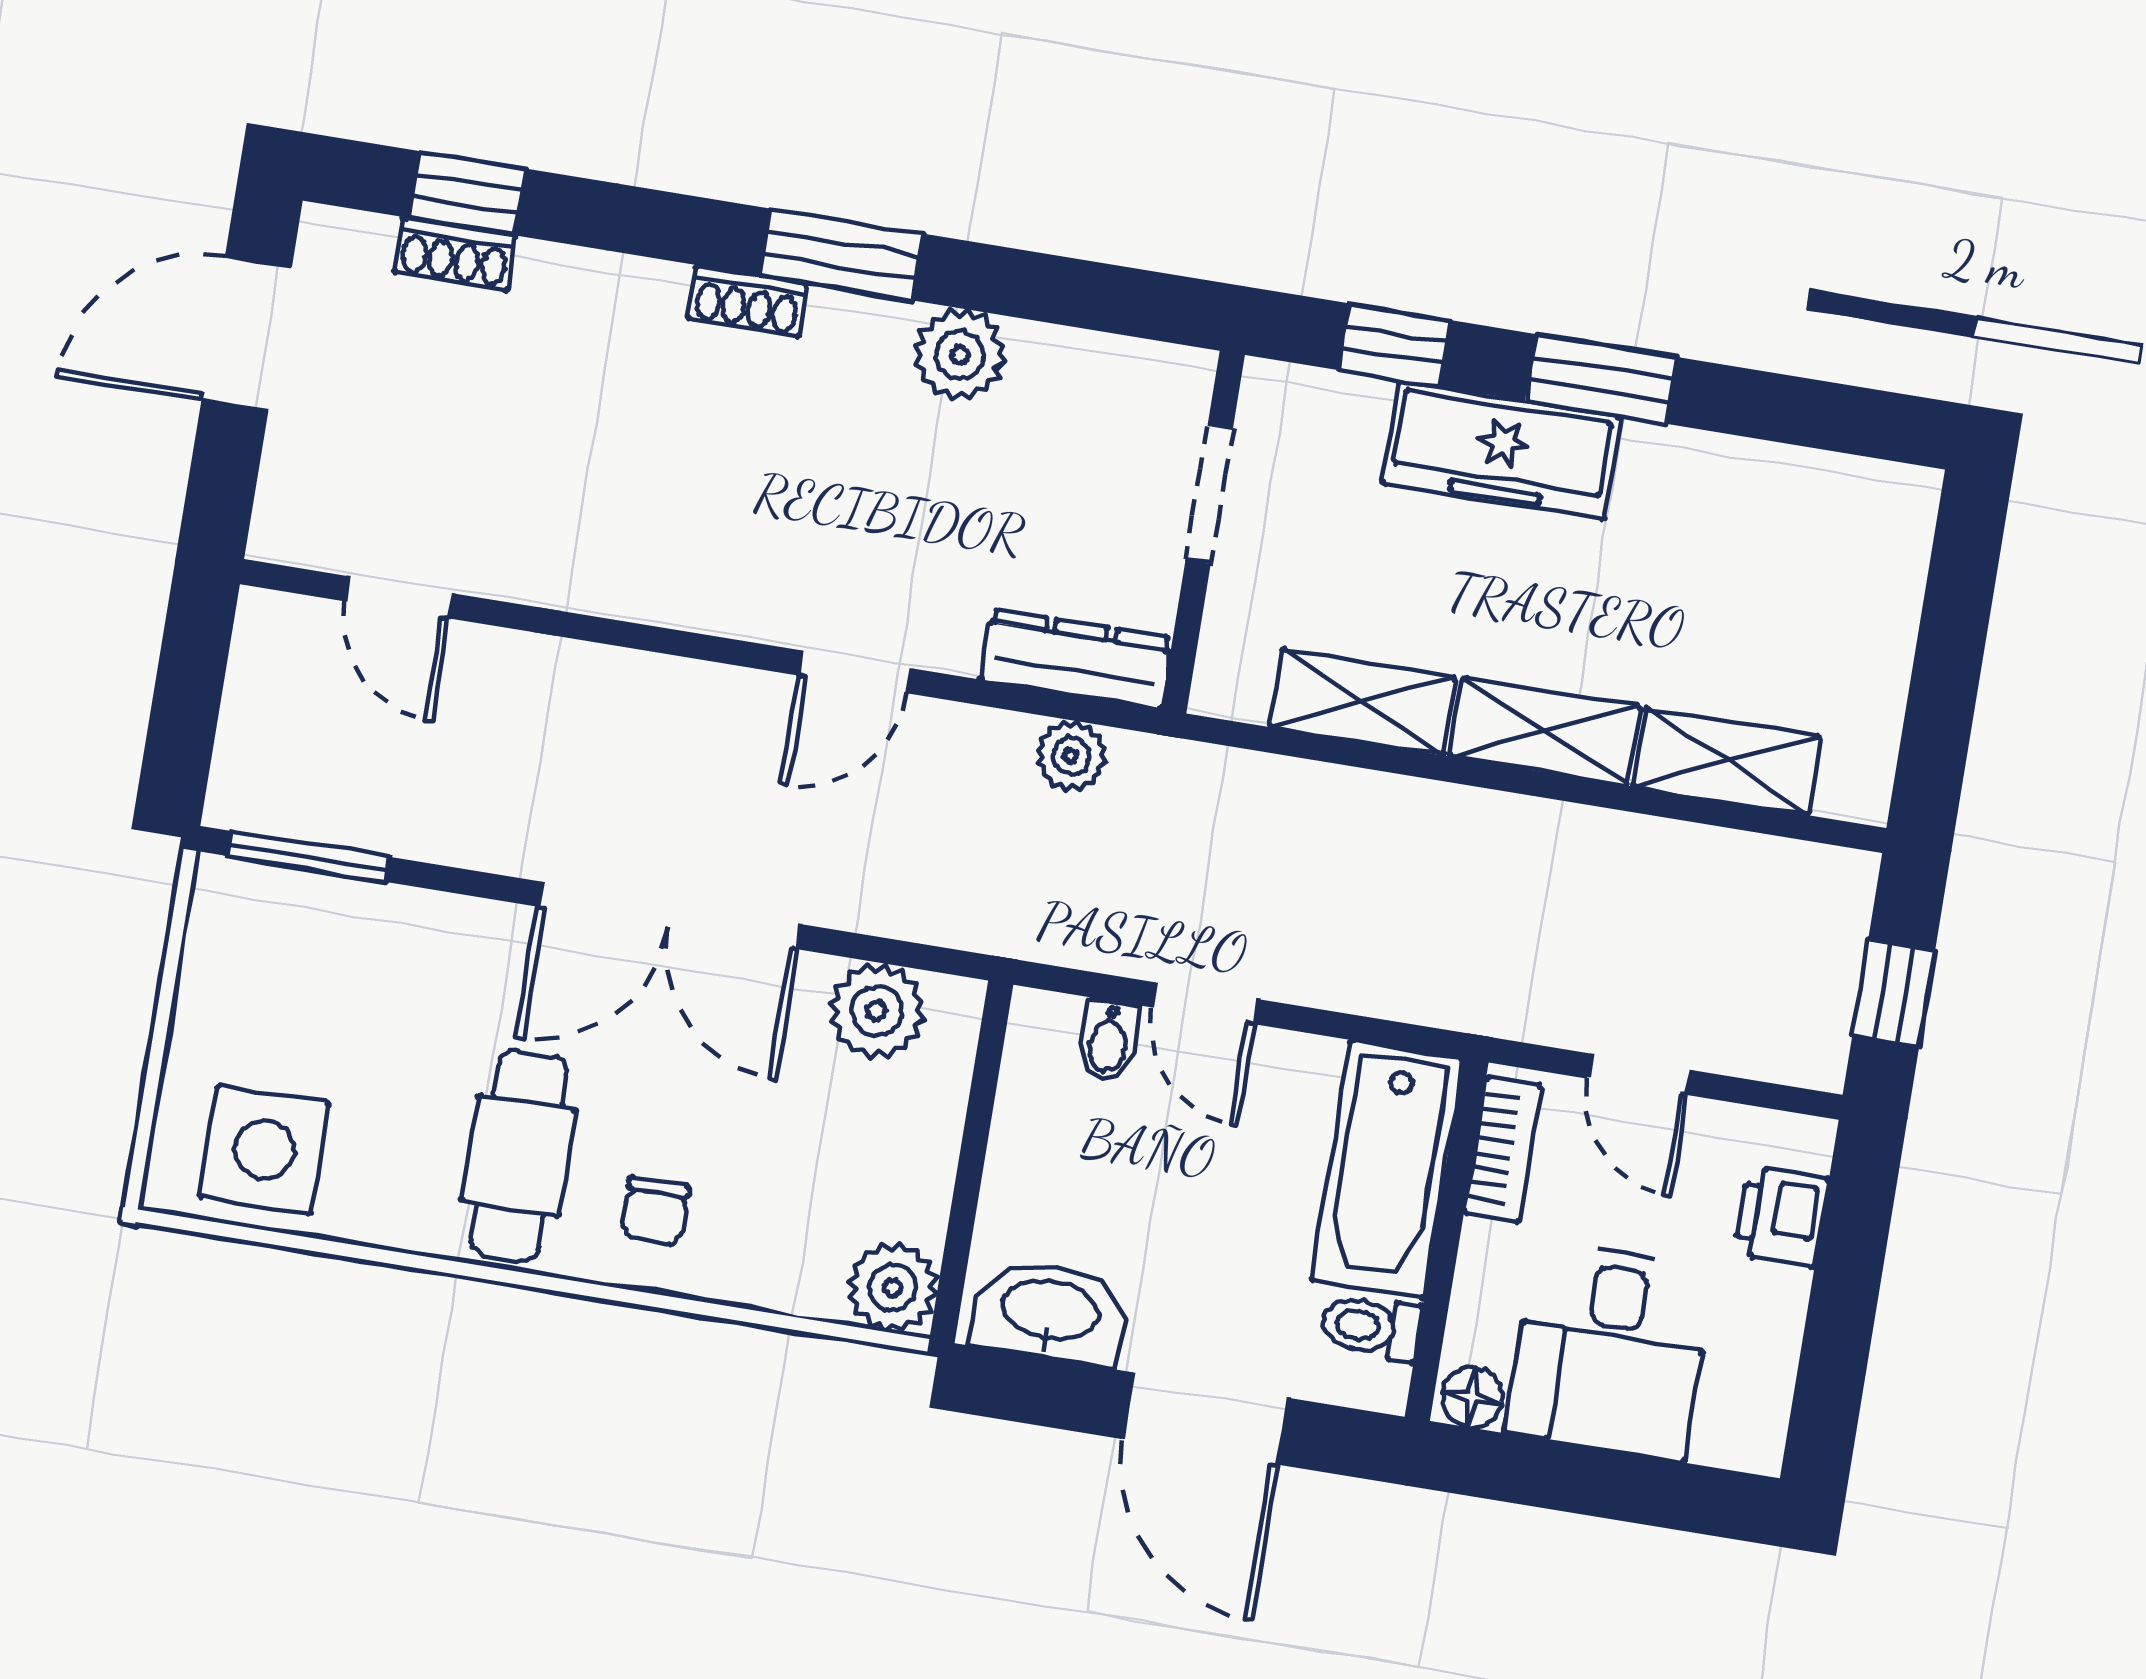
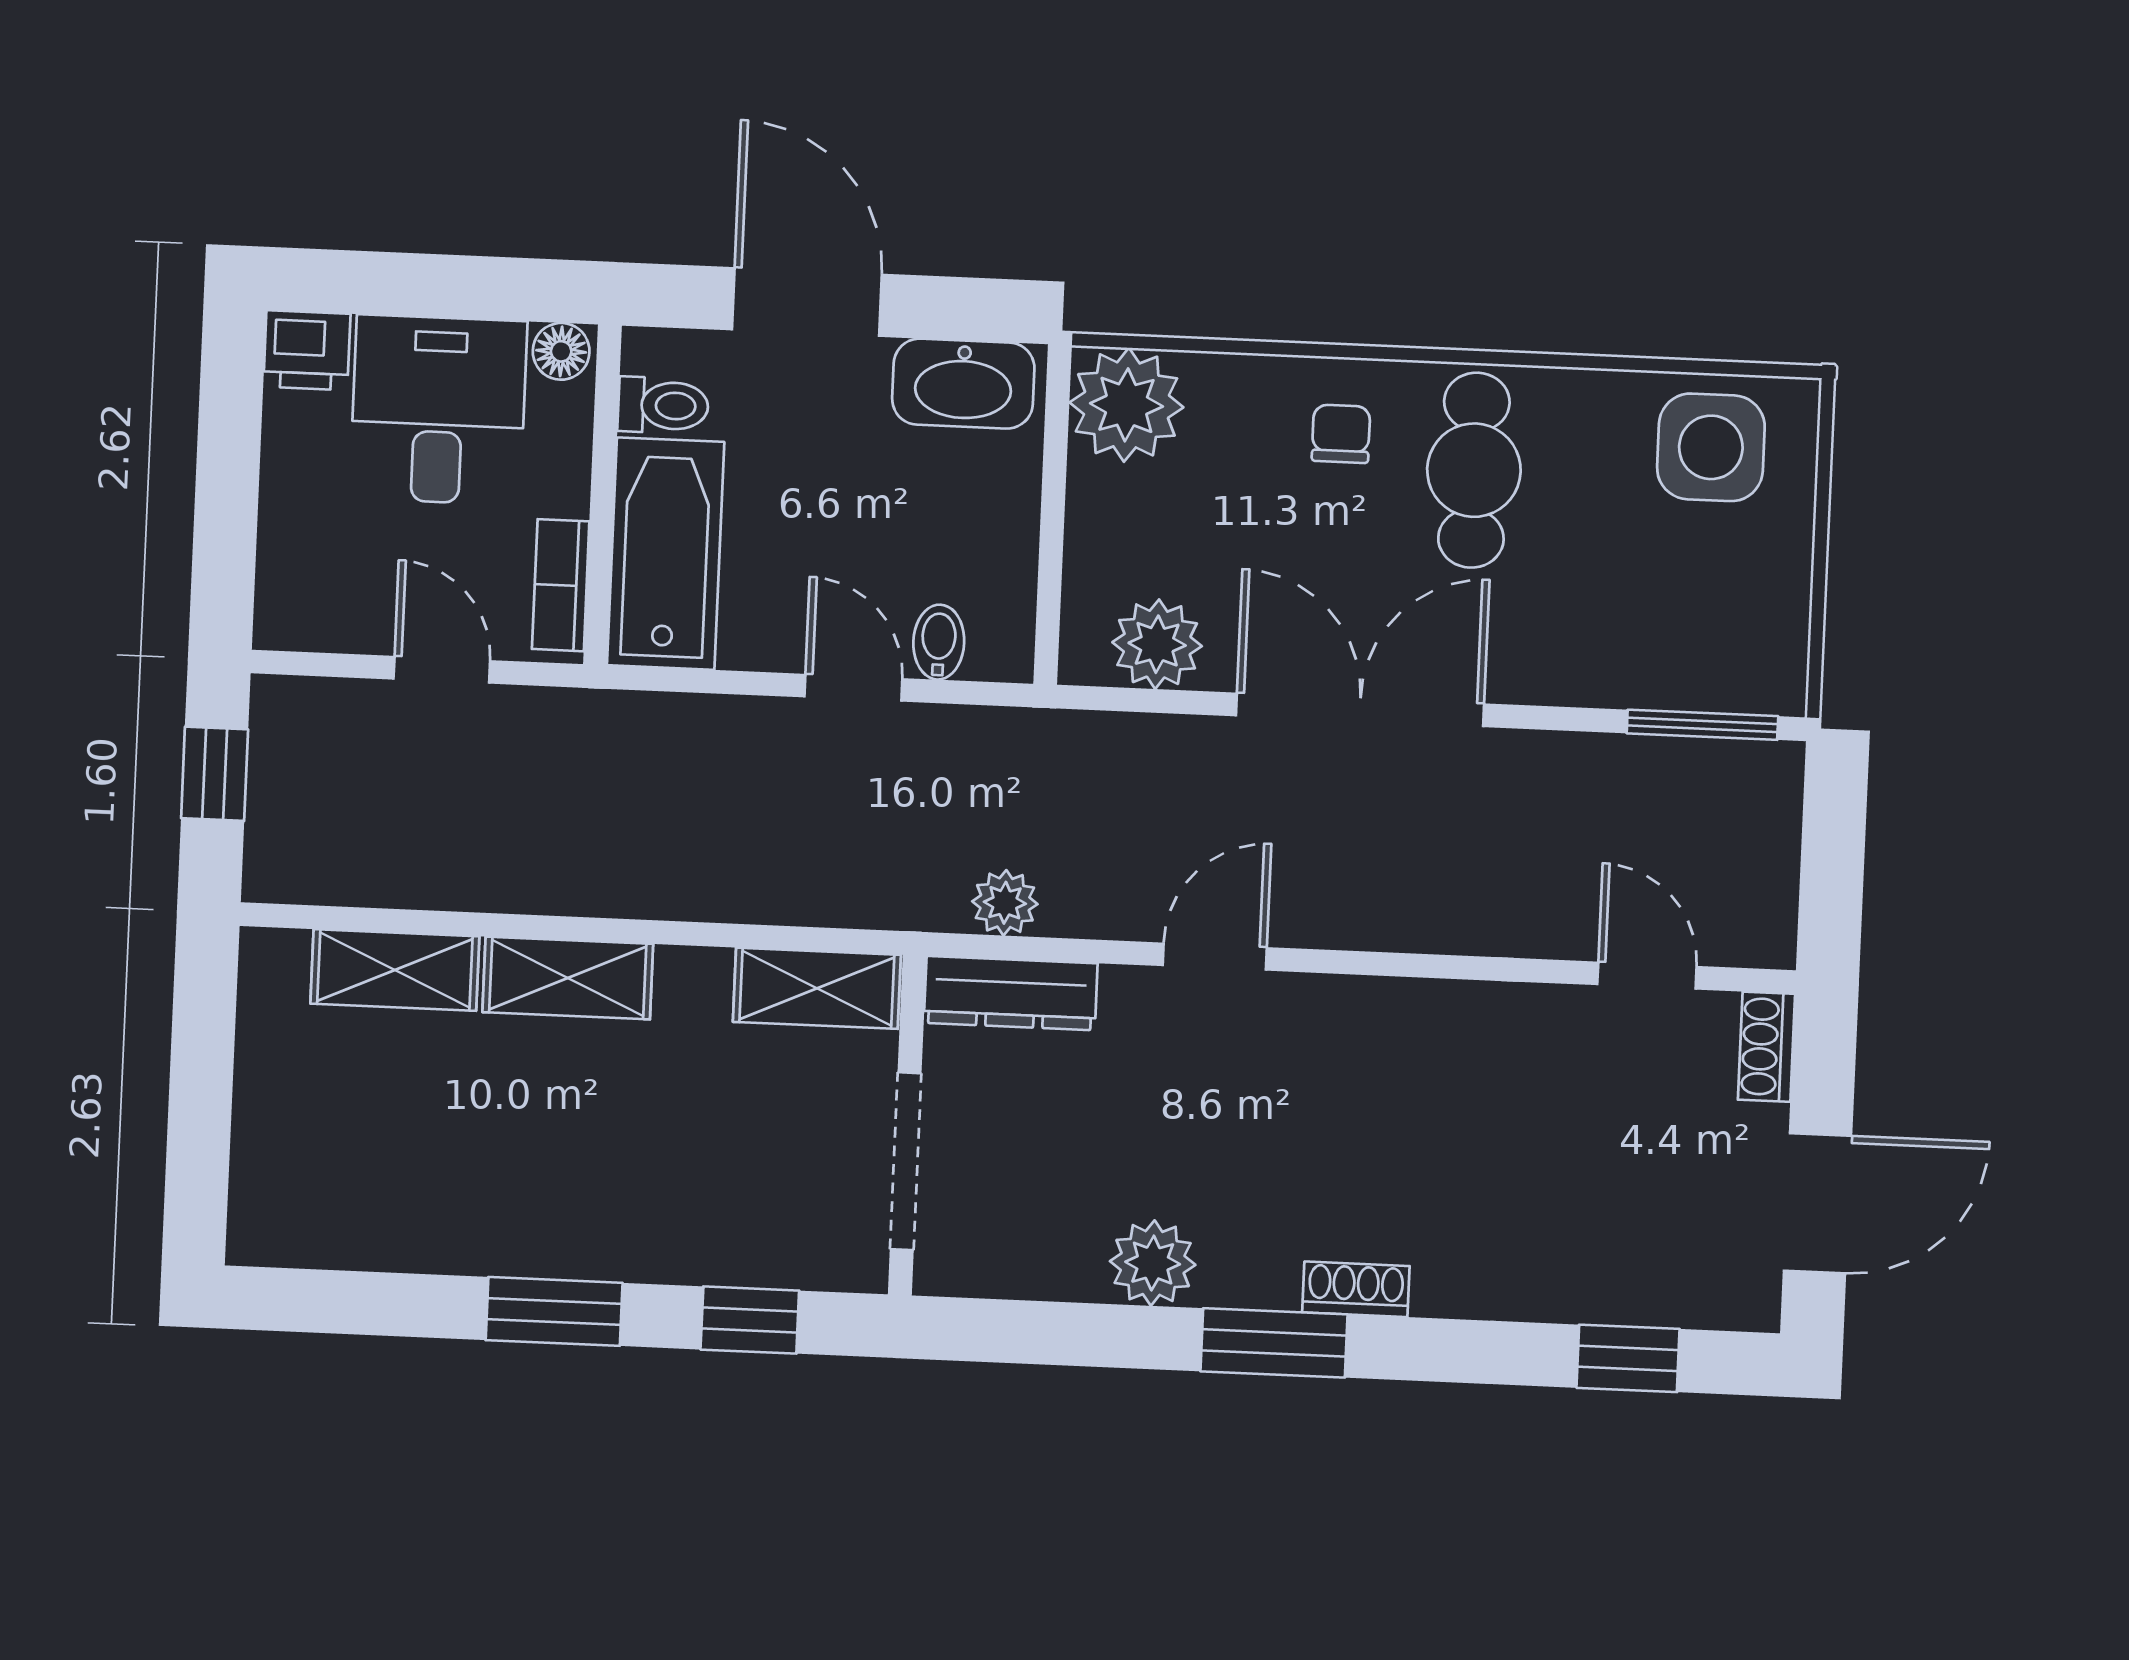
shoe rack: (455, 254) -> (1766, 1047), moved, turned -90
freezer: (1501, 450) -> (639, 1234), removed
doorway: (1209, 494) -> (906, 1161), width x1.38
shelving: (1362, 702) -> (817, 988), moved
printer: (1781, 1217) -> (307, 350), moved, turned 90
plant: (893, 1288) -> (1126, 405), width x1.36, depth x1.36

